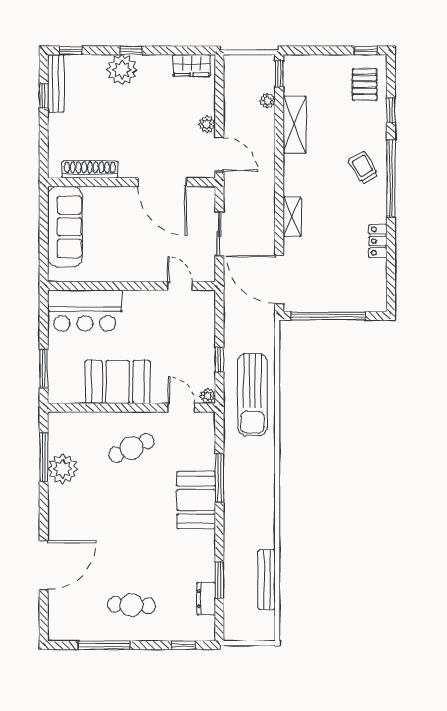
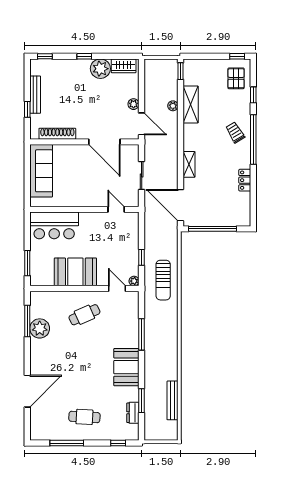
plant: (122, 70) -> (100, 69), moved
bench: (56, 83) -> (35, 95), moved
window: (44, 96) -> (27, 109), moved
plant: (267, 101) -> (173, 106), moved
sun lounger: (252, 395) -> (163, 280), width x0.73, depth x0.75
booth: (196, 500) -> (126, 367), moved

